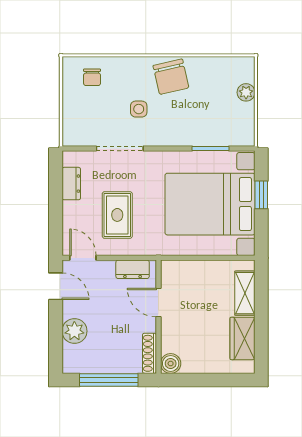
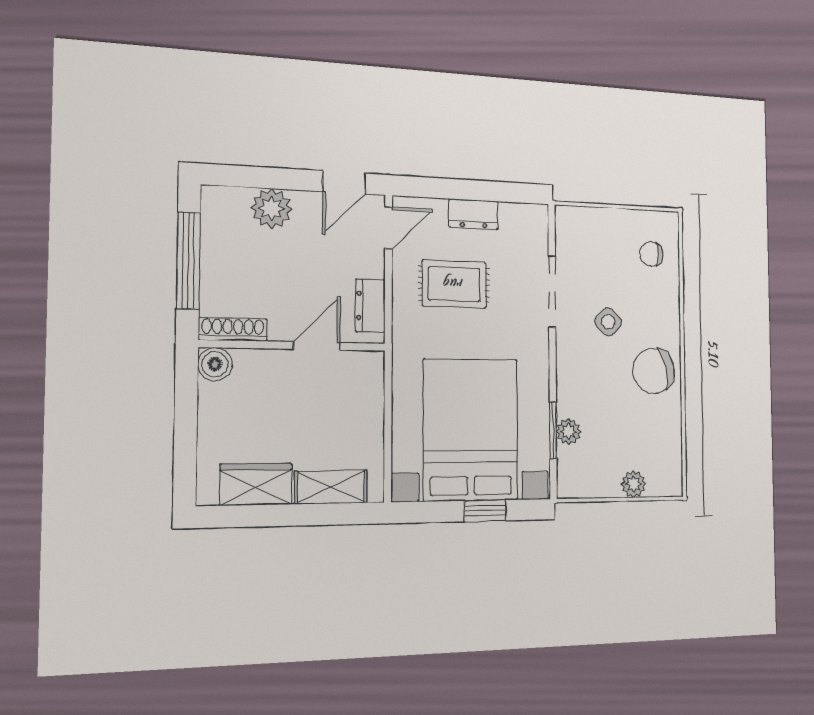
side table: (139, 109) -> (608, 322), turned 45
plant: (211, 138) -> (569, 432), added
dresser: (71, 184) -> (474, 214), moved

